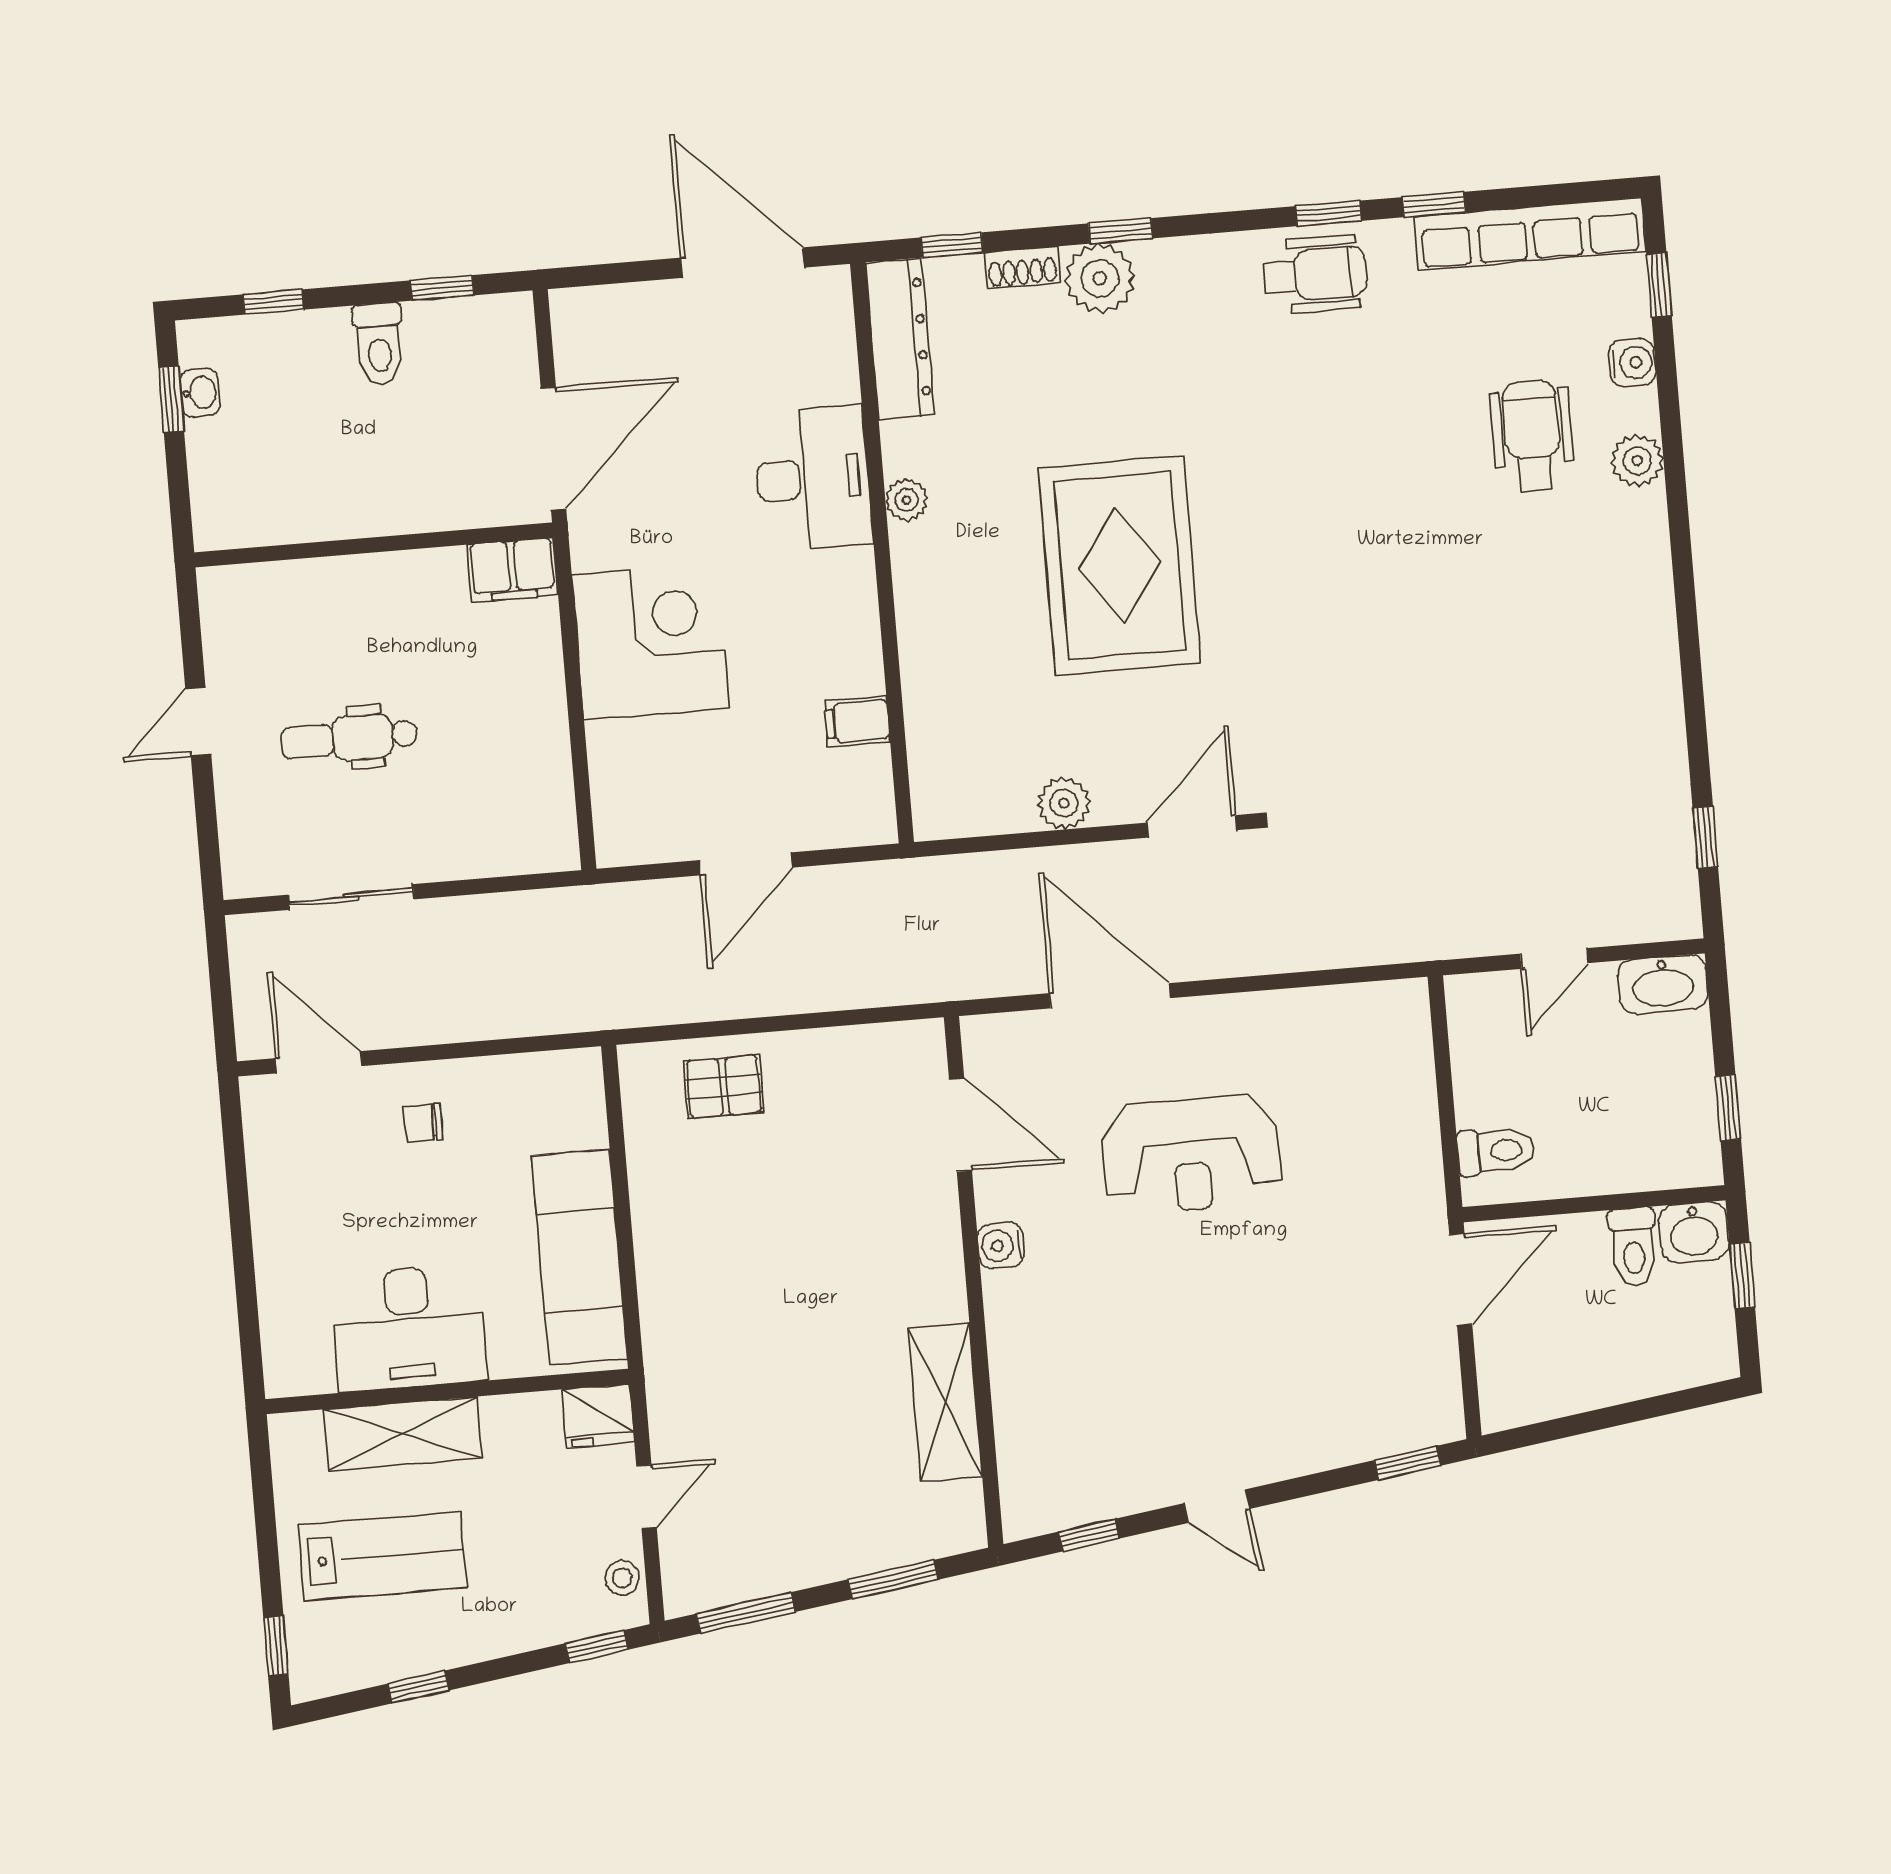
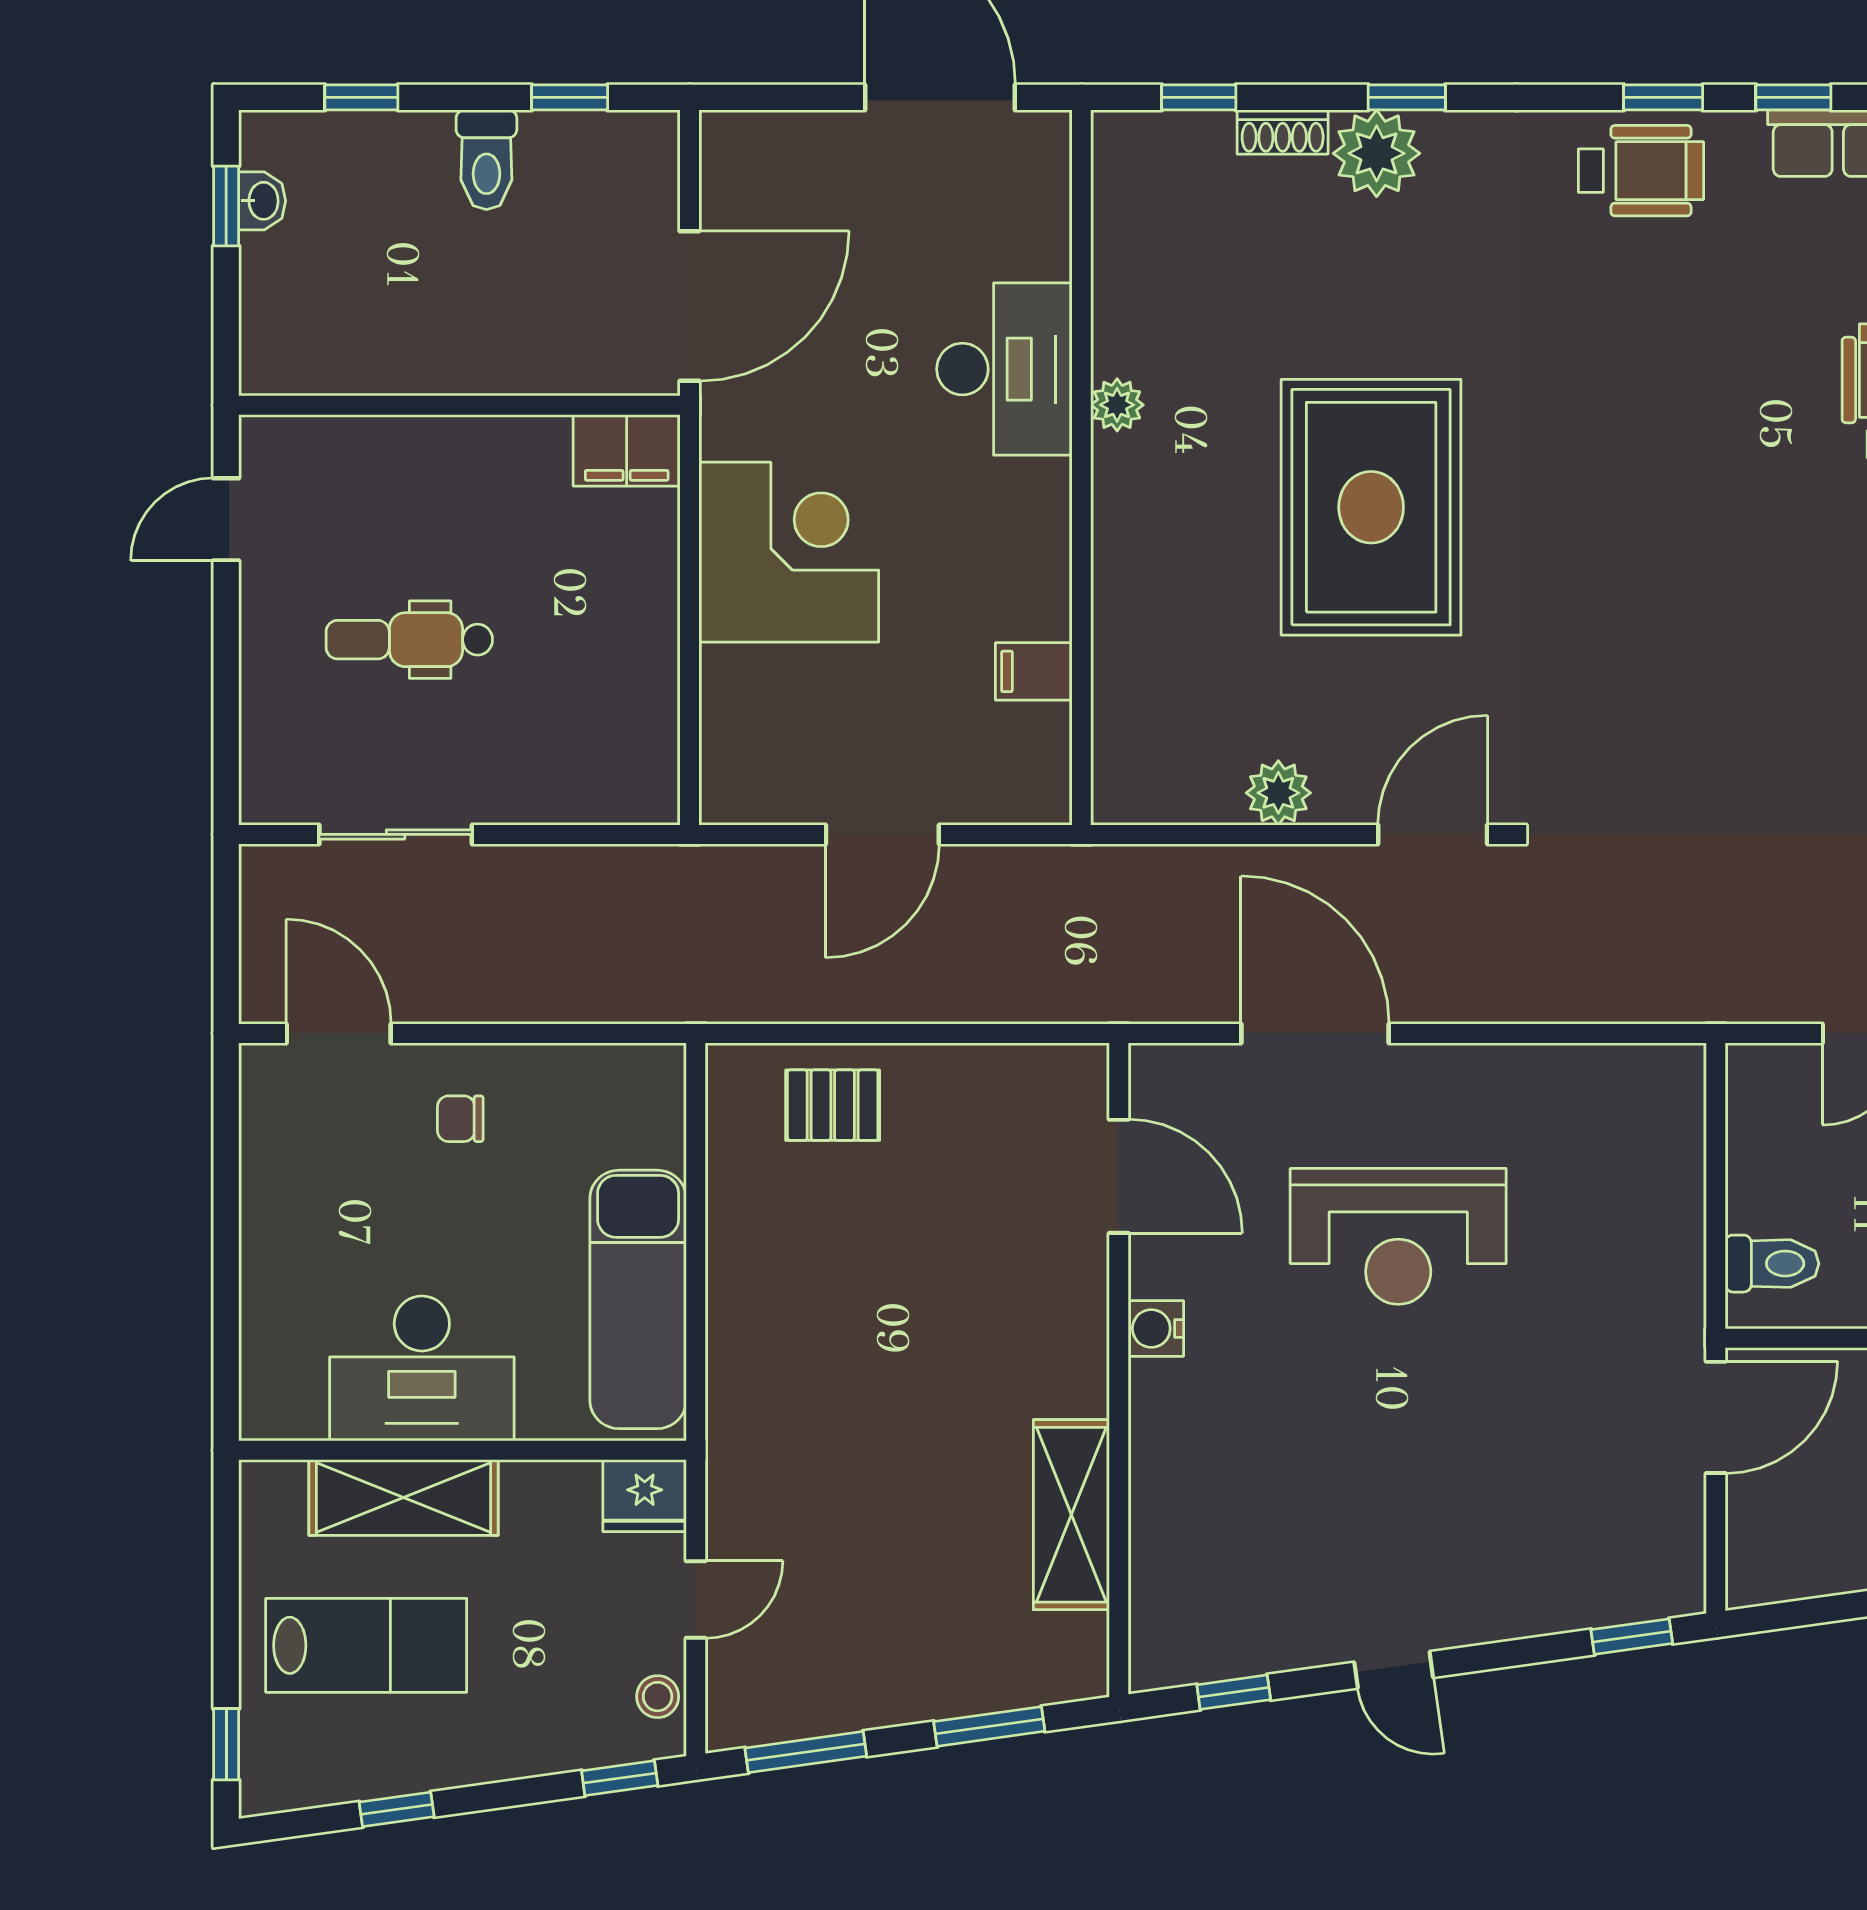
dresser: (900, 339) -> (1125, 207), removed
door: (198, 722) -> (226, 519), moved

